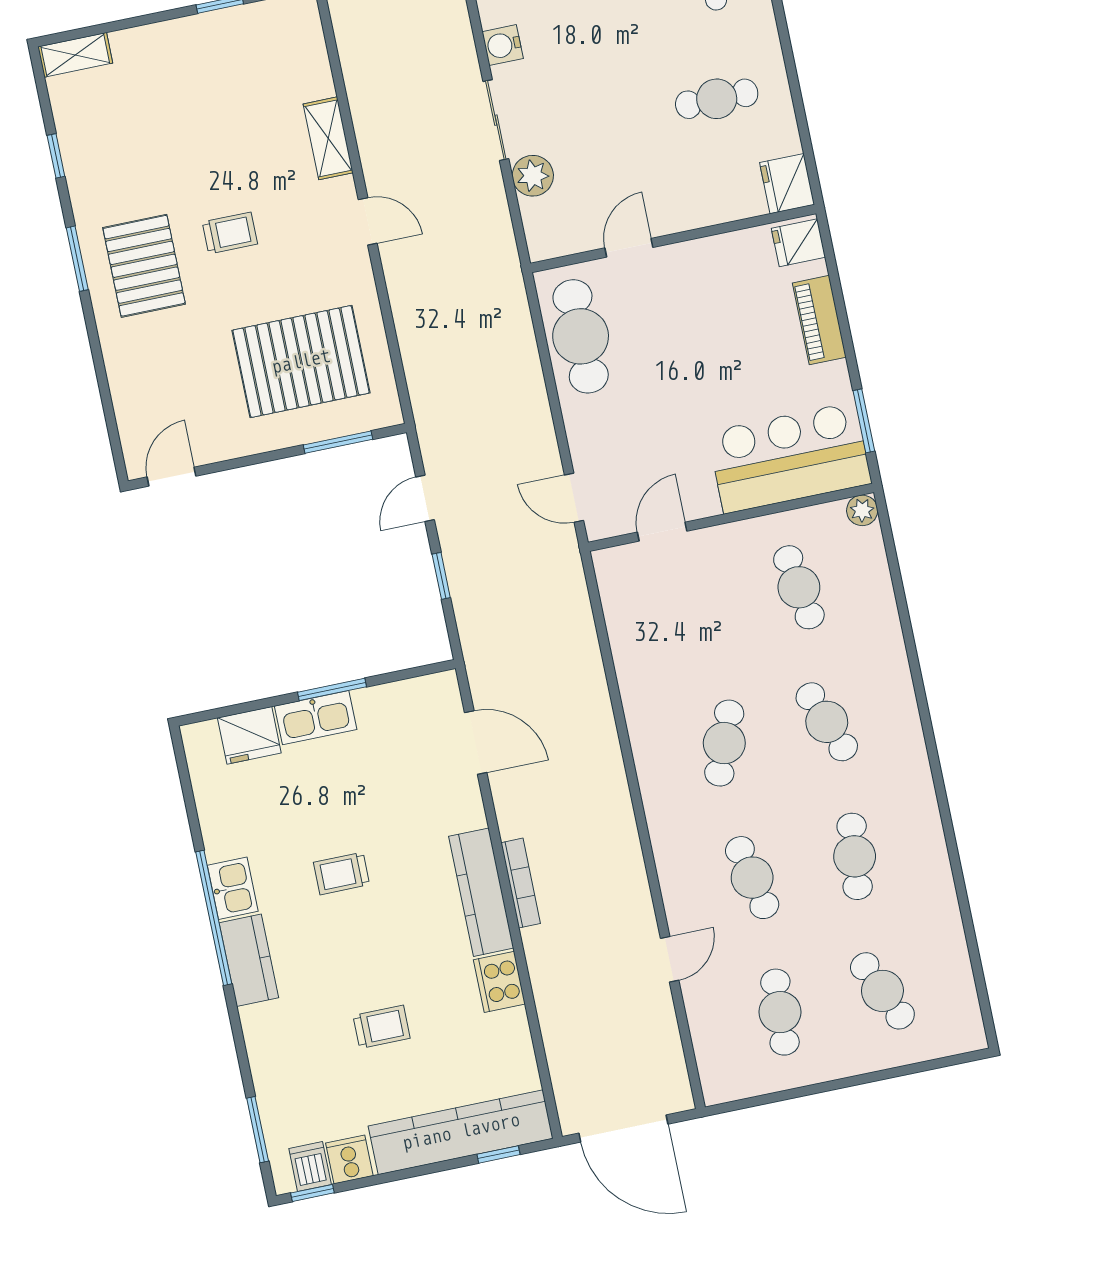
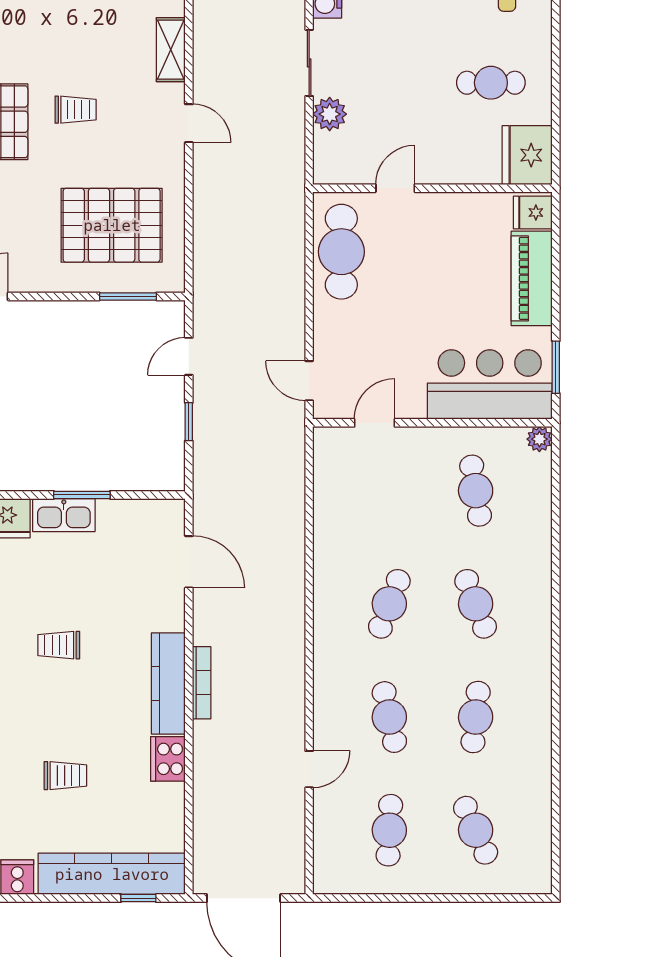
fridge: (787, 184) -> (527, 155), width x1.36, depth x1.34
piano: (819, 320) -> (532, 278), width x1.37, depth x1.33

